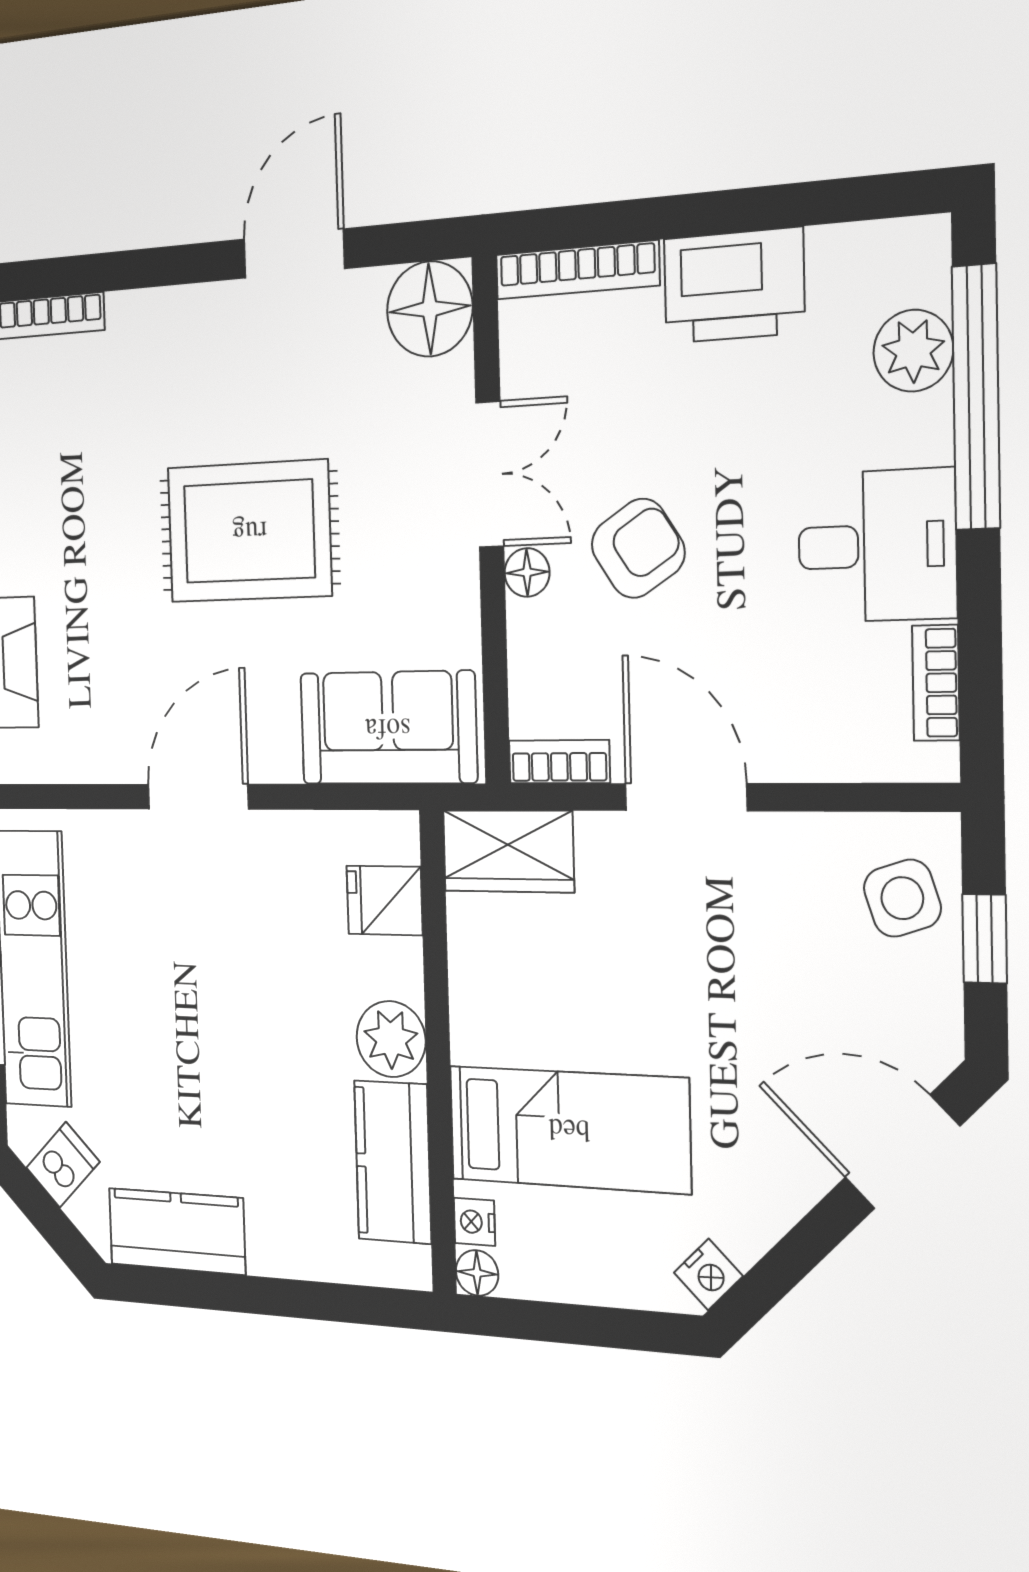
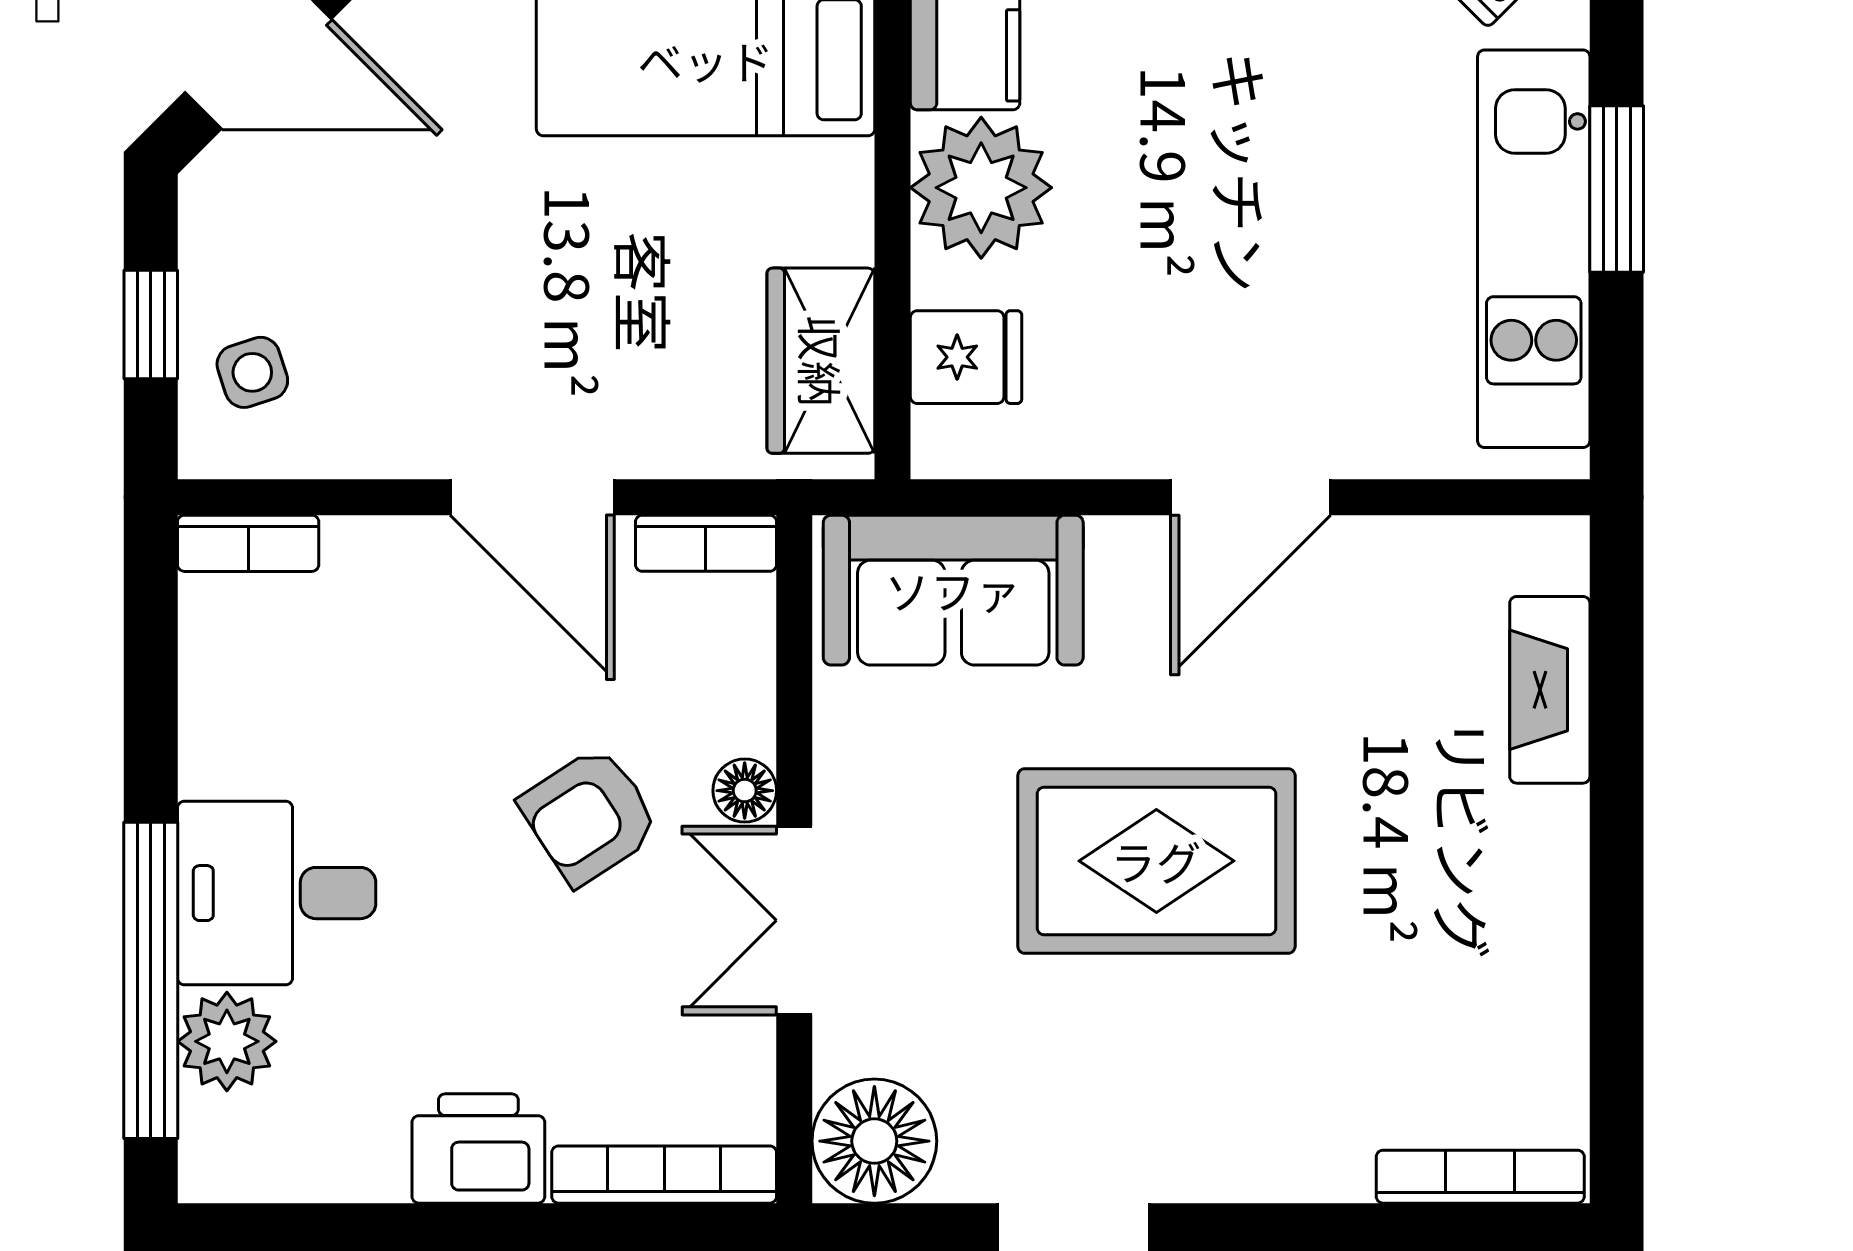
printer: (734, 286) -> (478, 1148), width x0.73, depth x0.84
desk: (877, 546) -> (277, 893), moved
bookcase: (936, 683) -> (248, 543), moved, turned 90
wardrobe: (508, 851) -> (821, 361), moved, turned -90
side table: (902, 898) -> (252, 372), width x0.73, depth x0.73
plant: (391, 1039) -> (981, 188), width x1.36, depth x1.36

